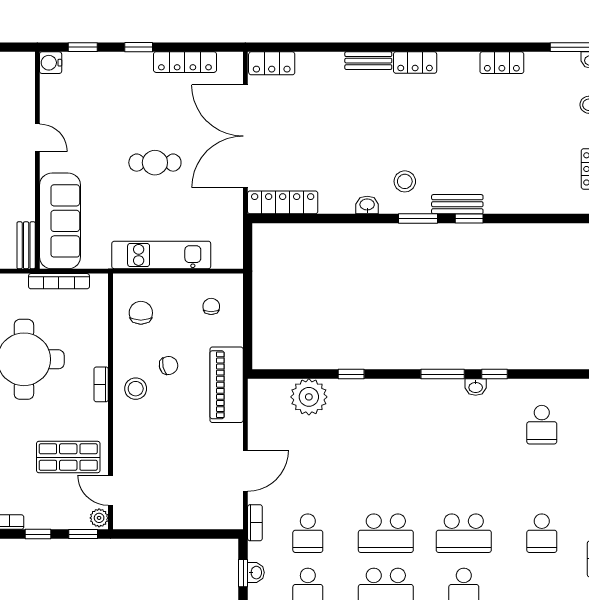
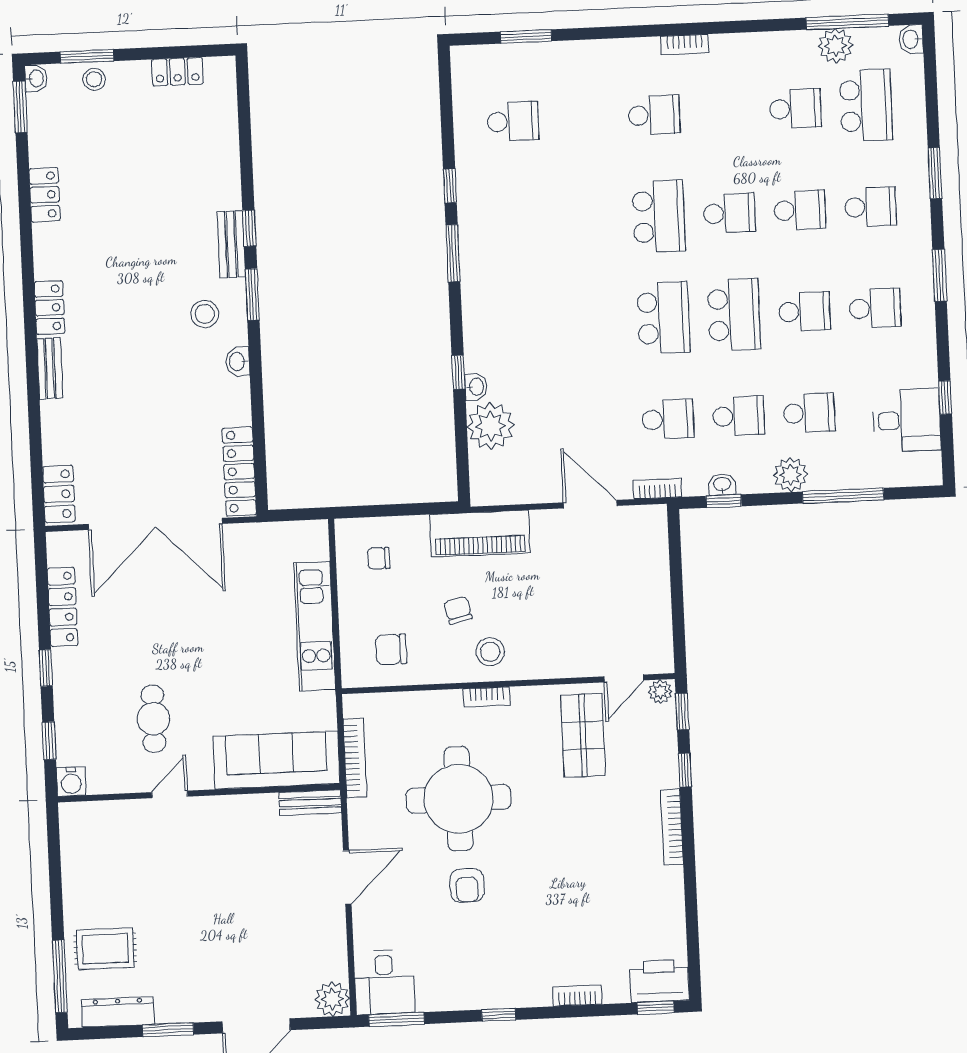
cafe table: (155, 163) -> (153, 719), moved
washbasin: (476, 387) -> (476, 387), moved

